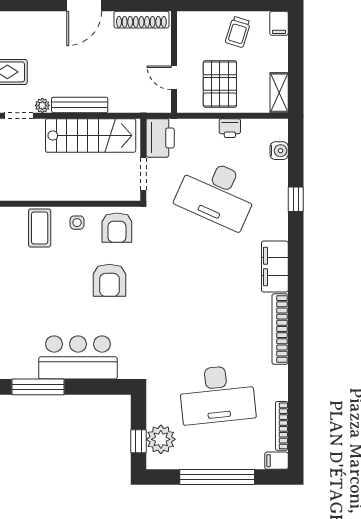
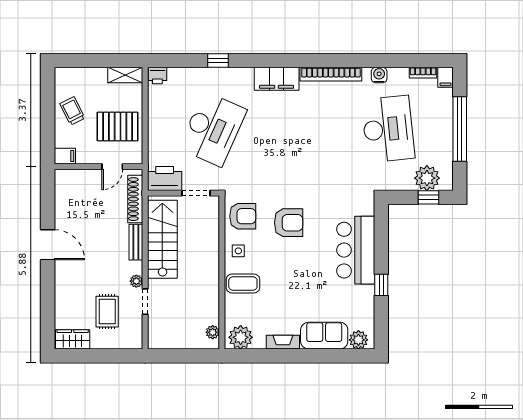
shoe rack: (141, 20) -> (135, 199), moved, turned 180
filing cabinet: (279, 23) -> (65, 156), moved
trolley: (238, 32) -> (72, 111), turned -134
bench: (80, 105) -> (136, 242), width x0.73
printer: (230, 128) -> (157, 76), moved, turned 90
water cooler: (279, 151) -> (379, 75), moved
window: (38, 387) -> (381, 285), width x0.46
bookcase: (282, 426) -> (423, 73), width x0.64

